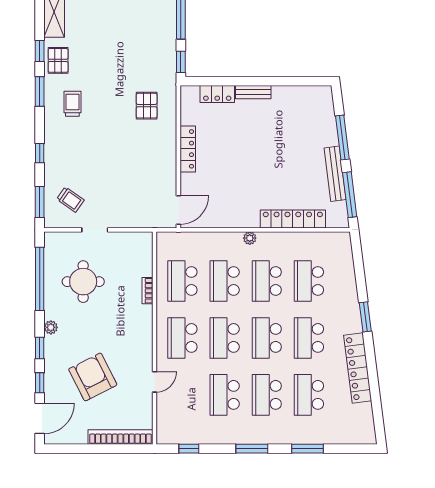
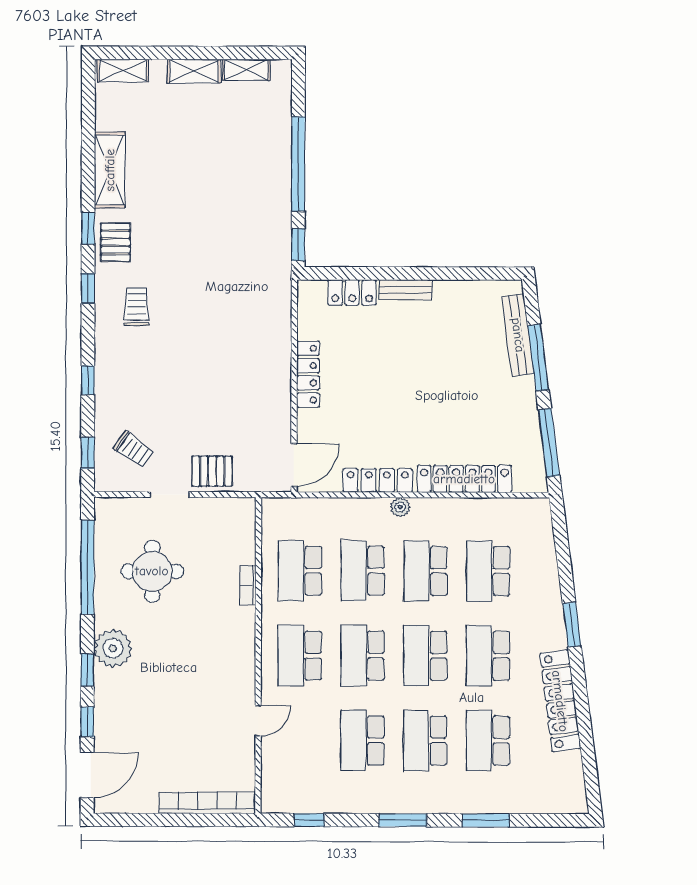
window: (40, 91) -> (88, 288), width x0.67
pallet: (147, 106) -> (212, 471), moved, turned 90
bench: (335, 174) -> (518, 335), moved
window: (40, 202) -> (88, 453), width x0.67
locker: (235, 220) -> (378, 480), added
plant: (51, 327) -> (113, 648), width x1.88, depth x1.88
armchair: (93, 377) -> (166, 713), removed

